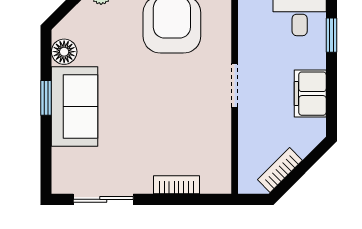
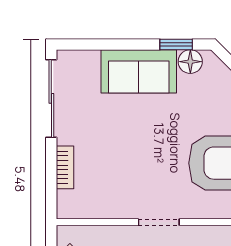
window: (46, 98) -> (176, 45), moved
sliding door: (103, 199) -> (51, 98), width x1.37

